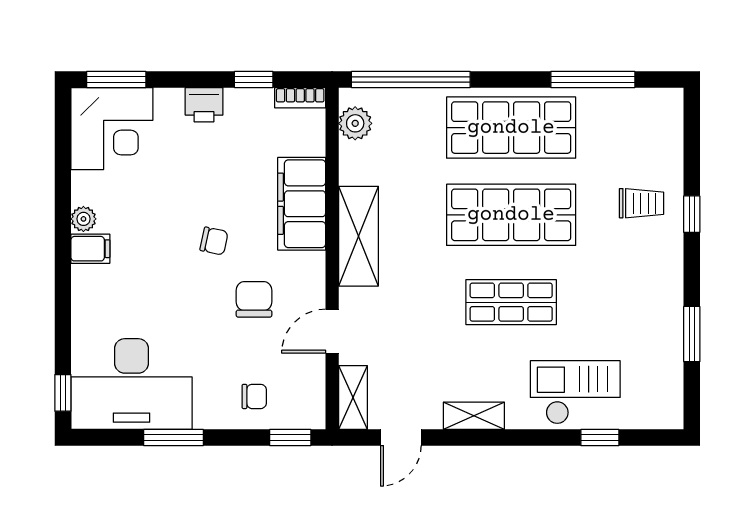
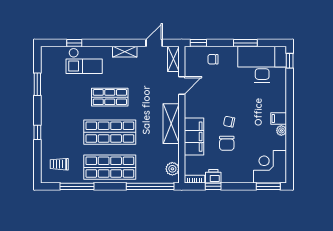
printer: (204, 105) -> (213, 176), moved
trolley: (641, 203) -> (59, 164), moved
chair: (254, 299) -> (227, 143), moved

